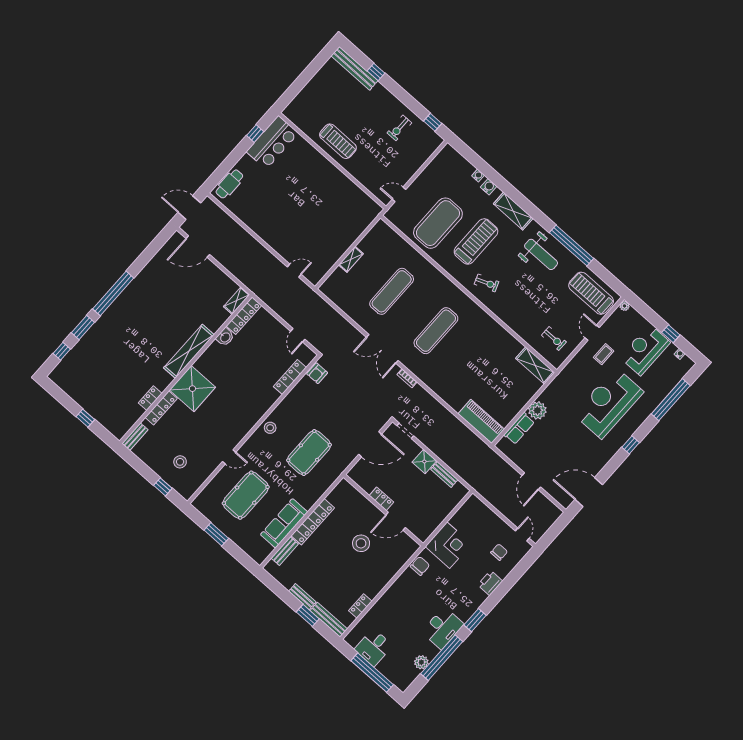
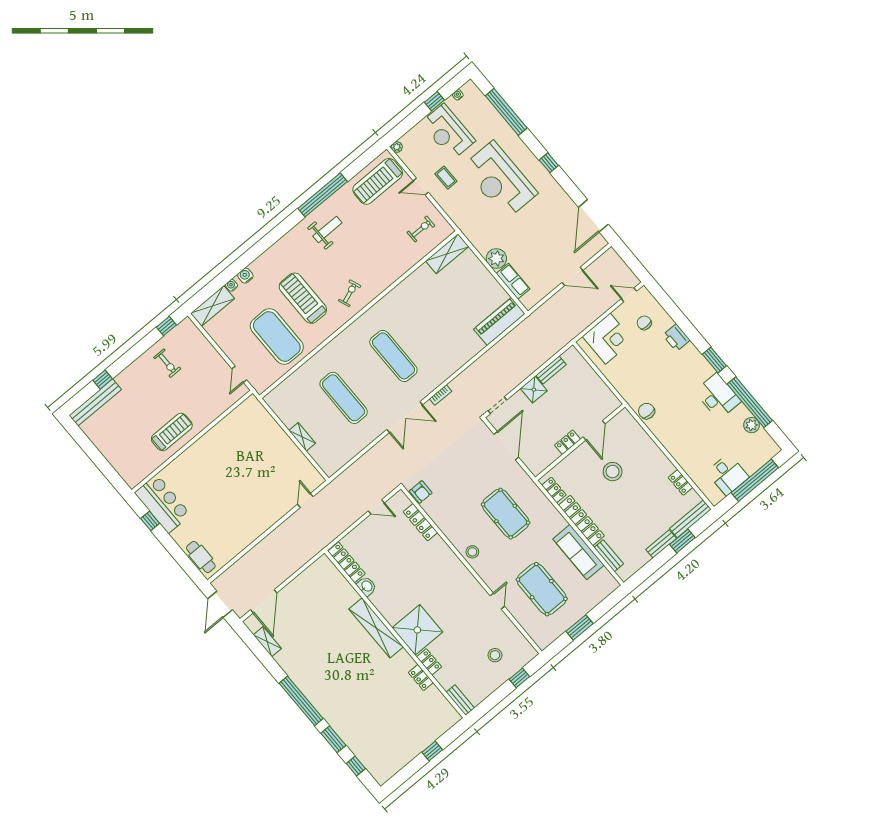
shelving: (513, 211) -> (213, 306), moved
weight bench: (541, 254) -> (327, 229), width x0.73, depth x0.75
shelving: (237, 301) -> (267, 642), moved
locker: (161, 408) -> (429, 662), width x0.66
locker: (337, 493) -> (554, 490), added
corner desk: (448, 545) -> (608, 339), moved, turned 90

